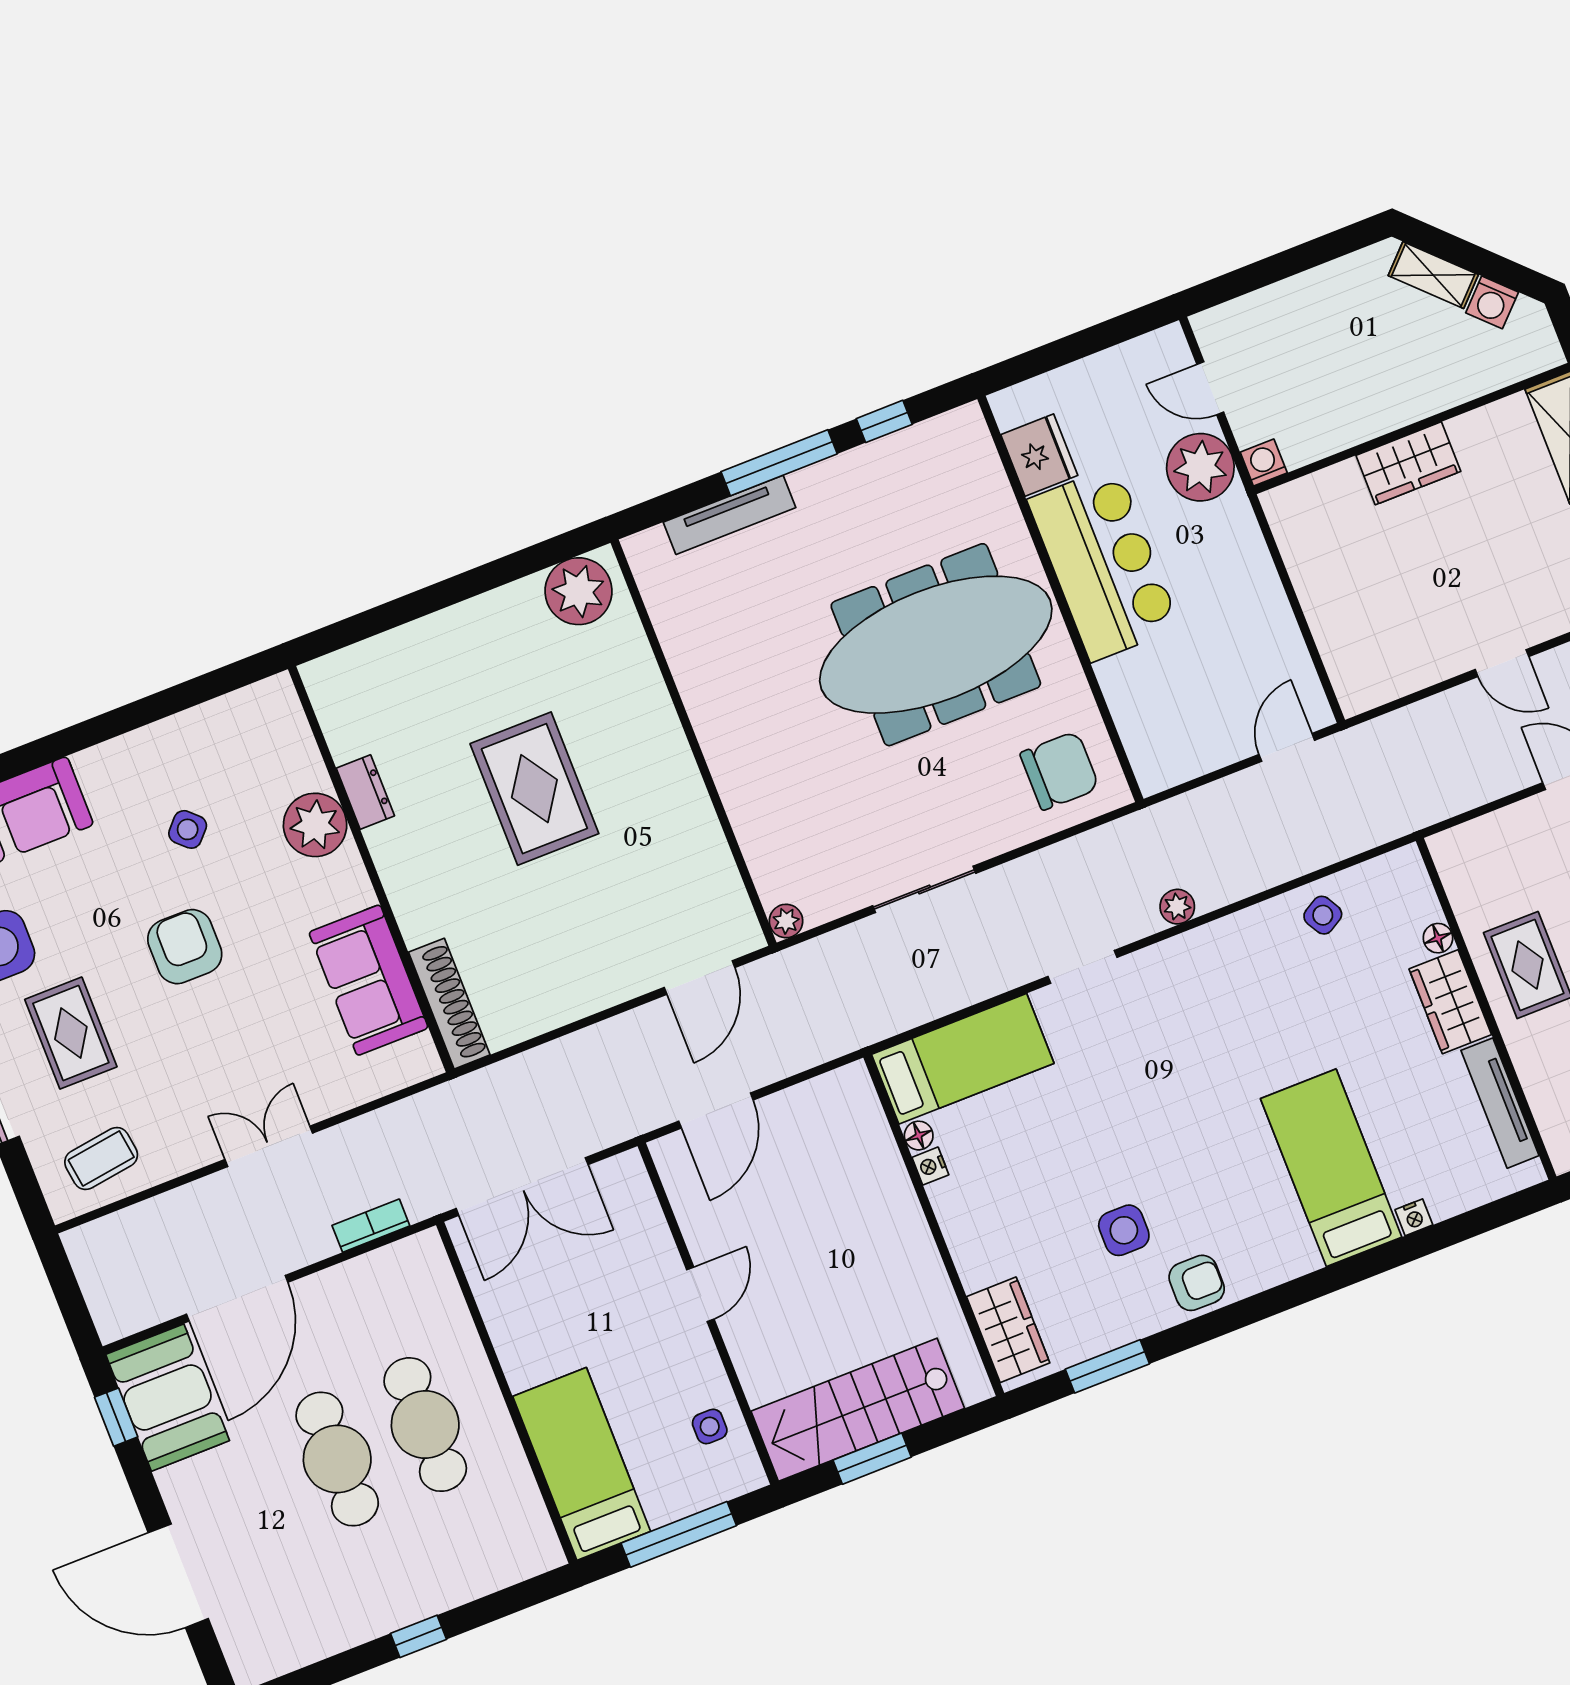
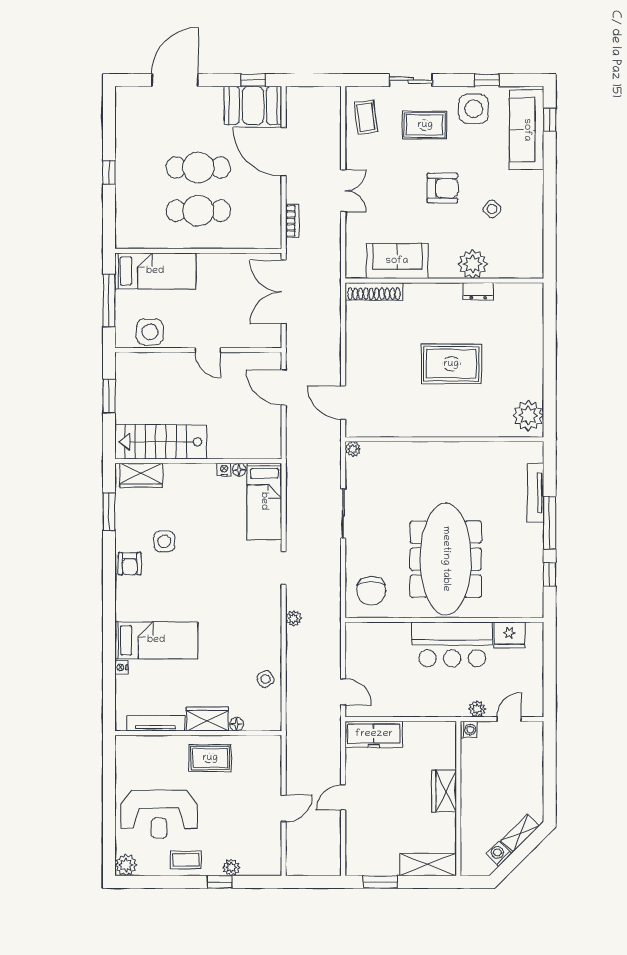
plant: (1200, 467) -> (477, 709), width x0.53, depth x0.53
freezer: (1349, 651) -> (374, 734), added
stairs: (858, 1410) -> (161, 442), moved, turned -90
side table: (710, 1427) -> (150, 332), width x1.87, depth x1.87

